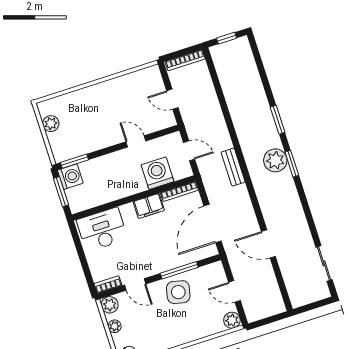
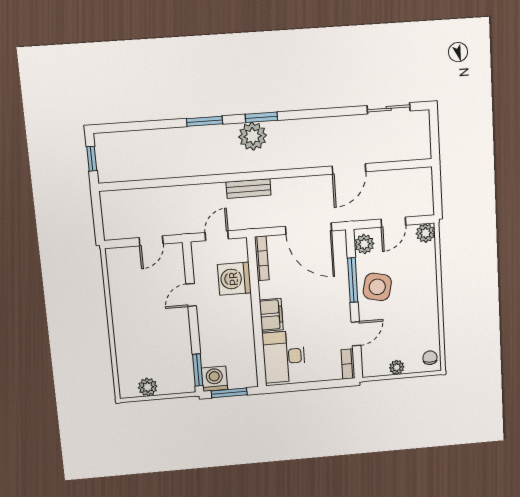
bookcase: (185, 60) -> (108, 215), removed
filing cabinet: (149, 206) -> (271, 315), moved
plant: (110, 305) -> (364, 244), moved

